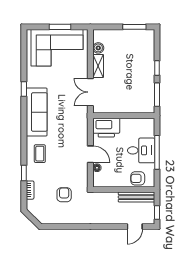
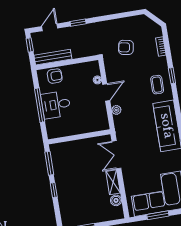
double door: (90, 92) -> (116, 155), swing flipped
printer: (106, 128) -> (95, 122), removed
plant: (83, 136) -> (116, 110), added
door: (90, 154) -> (106, 92), swing flipped
window: (24, 173) -> (172, 76), moved
armchair: (64, 195) -> (126, 47), turned 101
window: (106, 226) -> (78, 23), added

